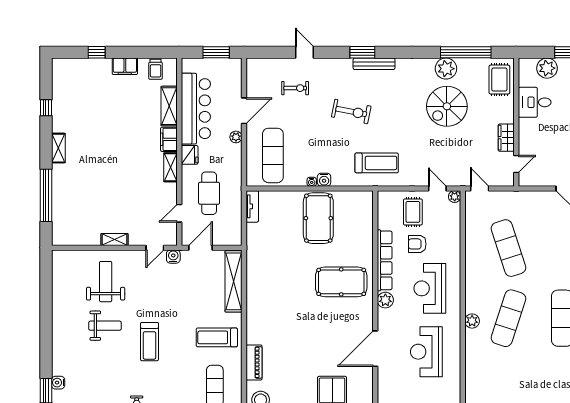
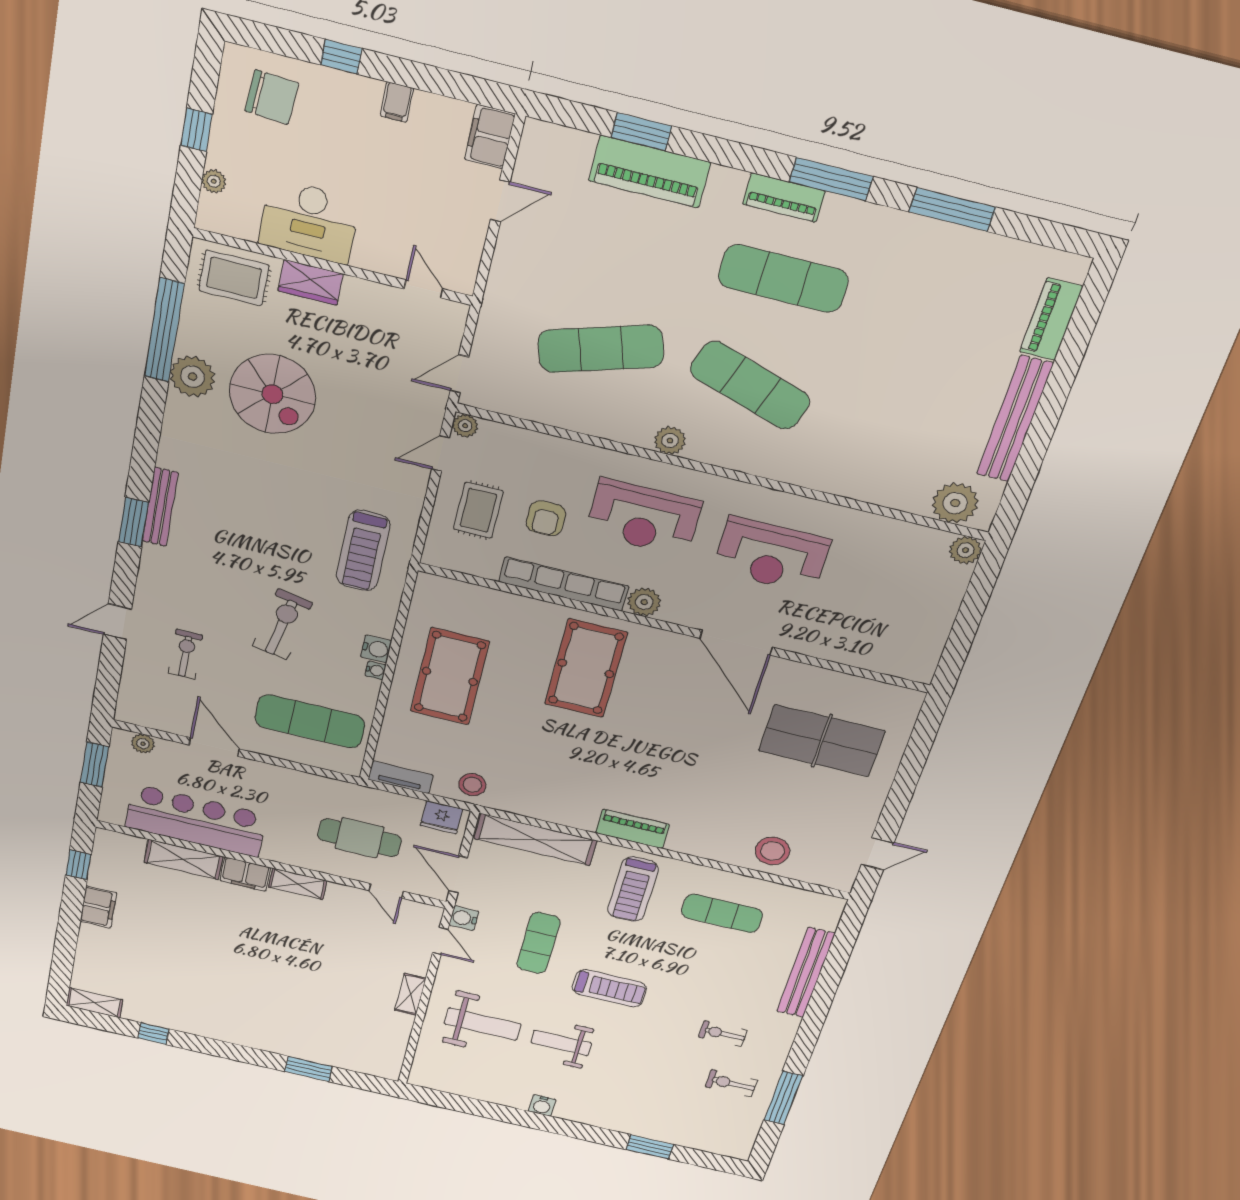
window: (97, 52) -> (78, 865), moved
plant: (547, 68) -> (214, 181), width x0.53, depth x0.53
trolley: (156, 69) -> (111, 864), removed
desk: (535, 102) -> (309, 221), width x1.37
exercise bike: (351, 112) -> (282, 624), moved
plant: (236, 137) -> (143, 744), moved
wardrobe: (506, 138) -> (311, 282), moved
shelving: (58, 148) -> (94, 1003), moved
fridge: (190, 155) -> (441, 817), moved, turned 180
treadmill: (377, 163) -> (363, 551), turned 180
window: (46, 195) -> (308, 1069), width x0.47
rug: (413, 212) -> (478, 510), turned 90
pool table: (318, 218) -> (450, 676), turned 90
stool: (258, 243) -> (472, 785), added
weight bench: (106, 282) -> (483, 1024), turned 180
exercise mat: (168, 298) -> (539, 943), added
plant: (472, 321) -> (670, 441), moved
weight bench: (105, 326) -> (561, 1043), turned -90
piano: (254, 362) -> (632, 829), moved
water cooler: (58, 383) -> (542, 1105), moved

